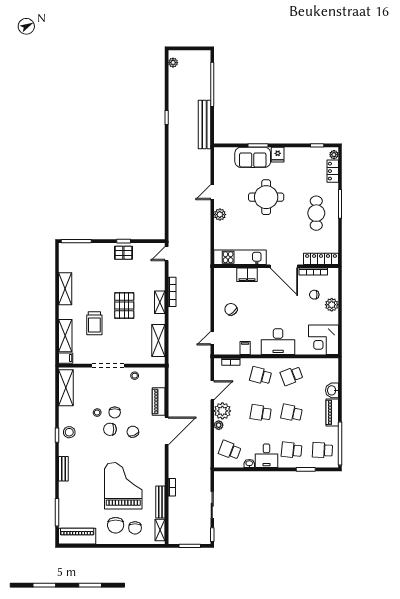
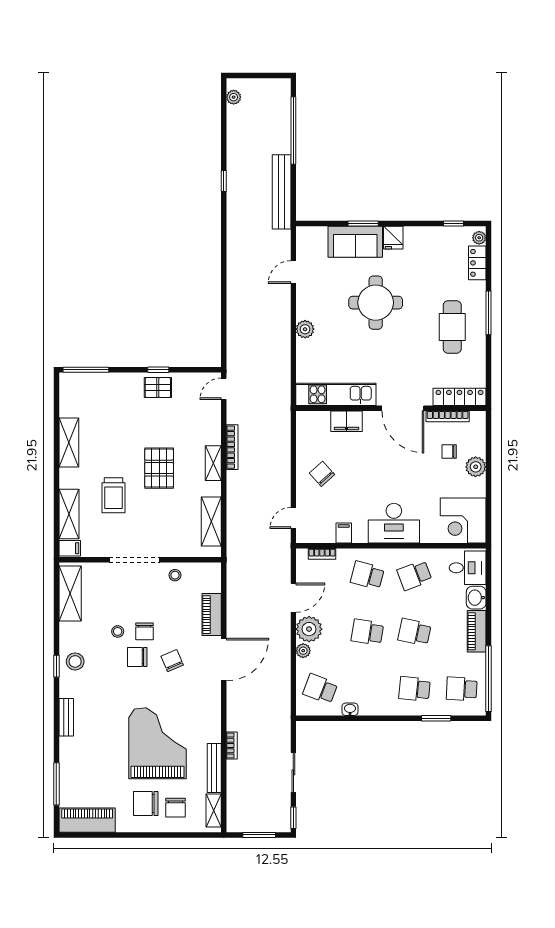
door: (212, 192) -> (293, 272), moved
desk: (266, 456) -> (468, 568), moved, turned -90
chair: (116, 525) -> (146, 803), turned 90

